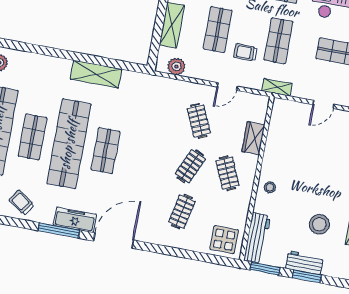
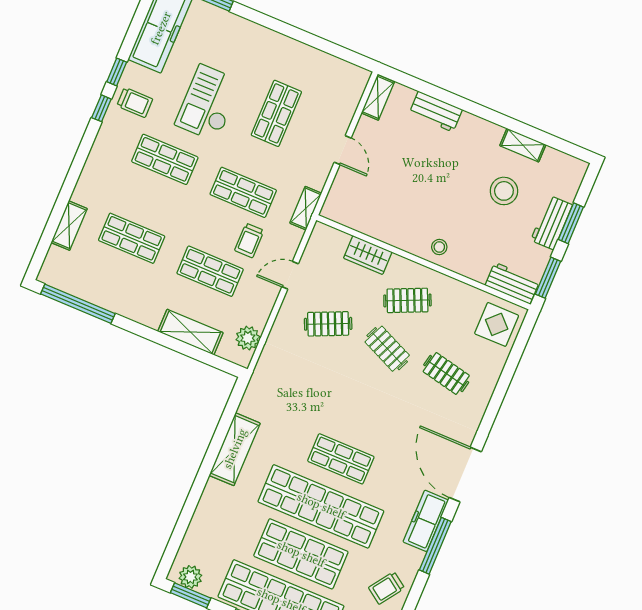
door: (227, 87) -> (290, 275), swing flipped
shop shelf: (32, 137) -> (301, 554), width x1.43, depth x1.36
workbench: (257, 238) -> (512, 283), width x0.73

